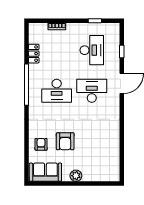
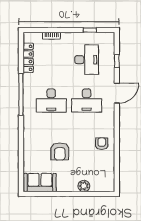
locker: (34, 54) -> (28, 58), width x1.53
desk: (92, 91) -> (87, 101), turned 180
armchair: (41, 144) -> (102, 144), moved
plant: (76, 176) -> (84, 186), moved

